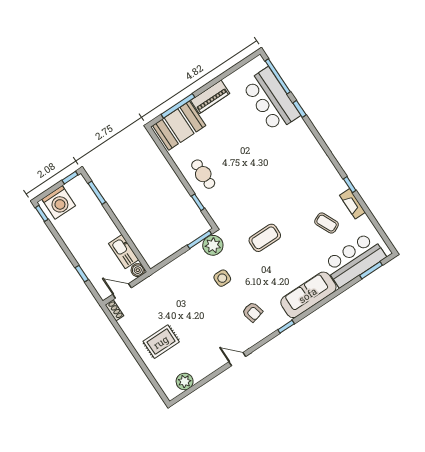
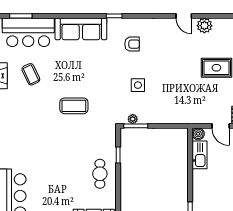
coffee table: (265, 238) -> (74, 106), moved
plant: (213, 245) -> (133, 119), width x0.53, depth x0.53
armchair: (252, 312) -> (132, 44), turned 104
door: (237, 359) -> (184, 16), moved
plant: (185, 381) -> (204, 26), moved

